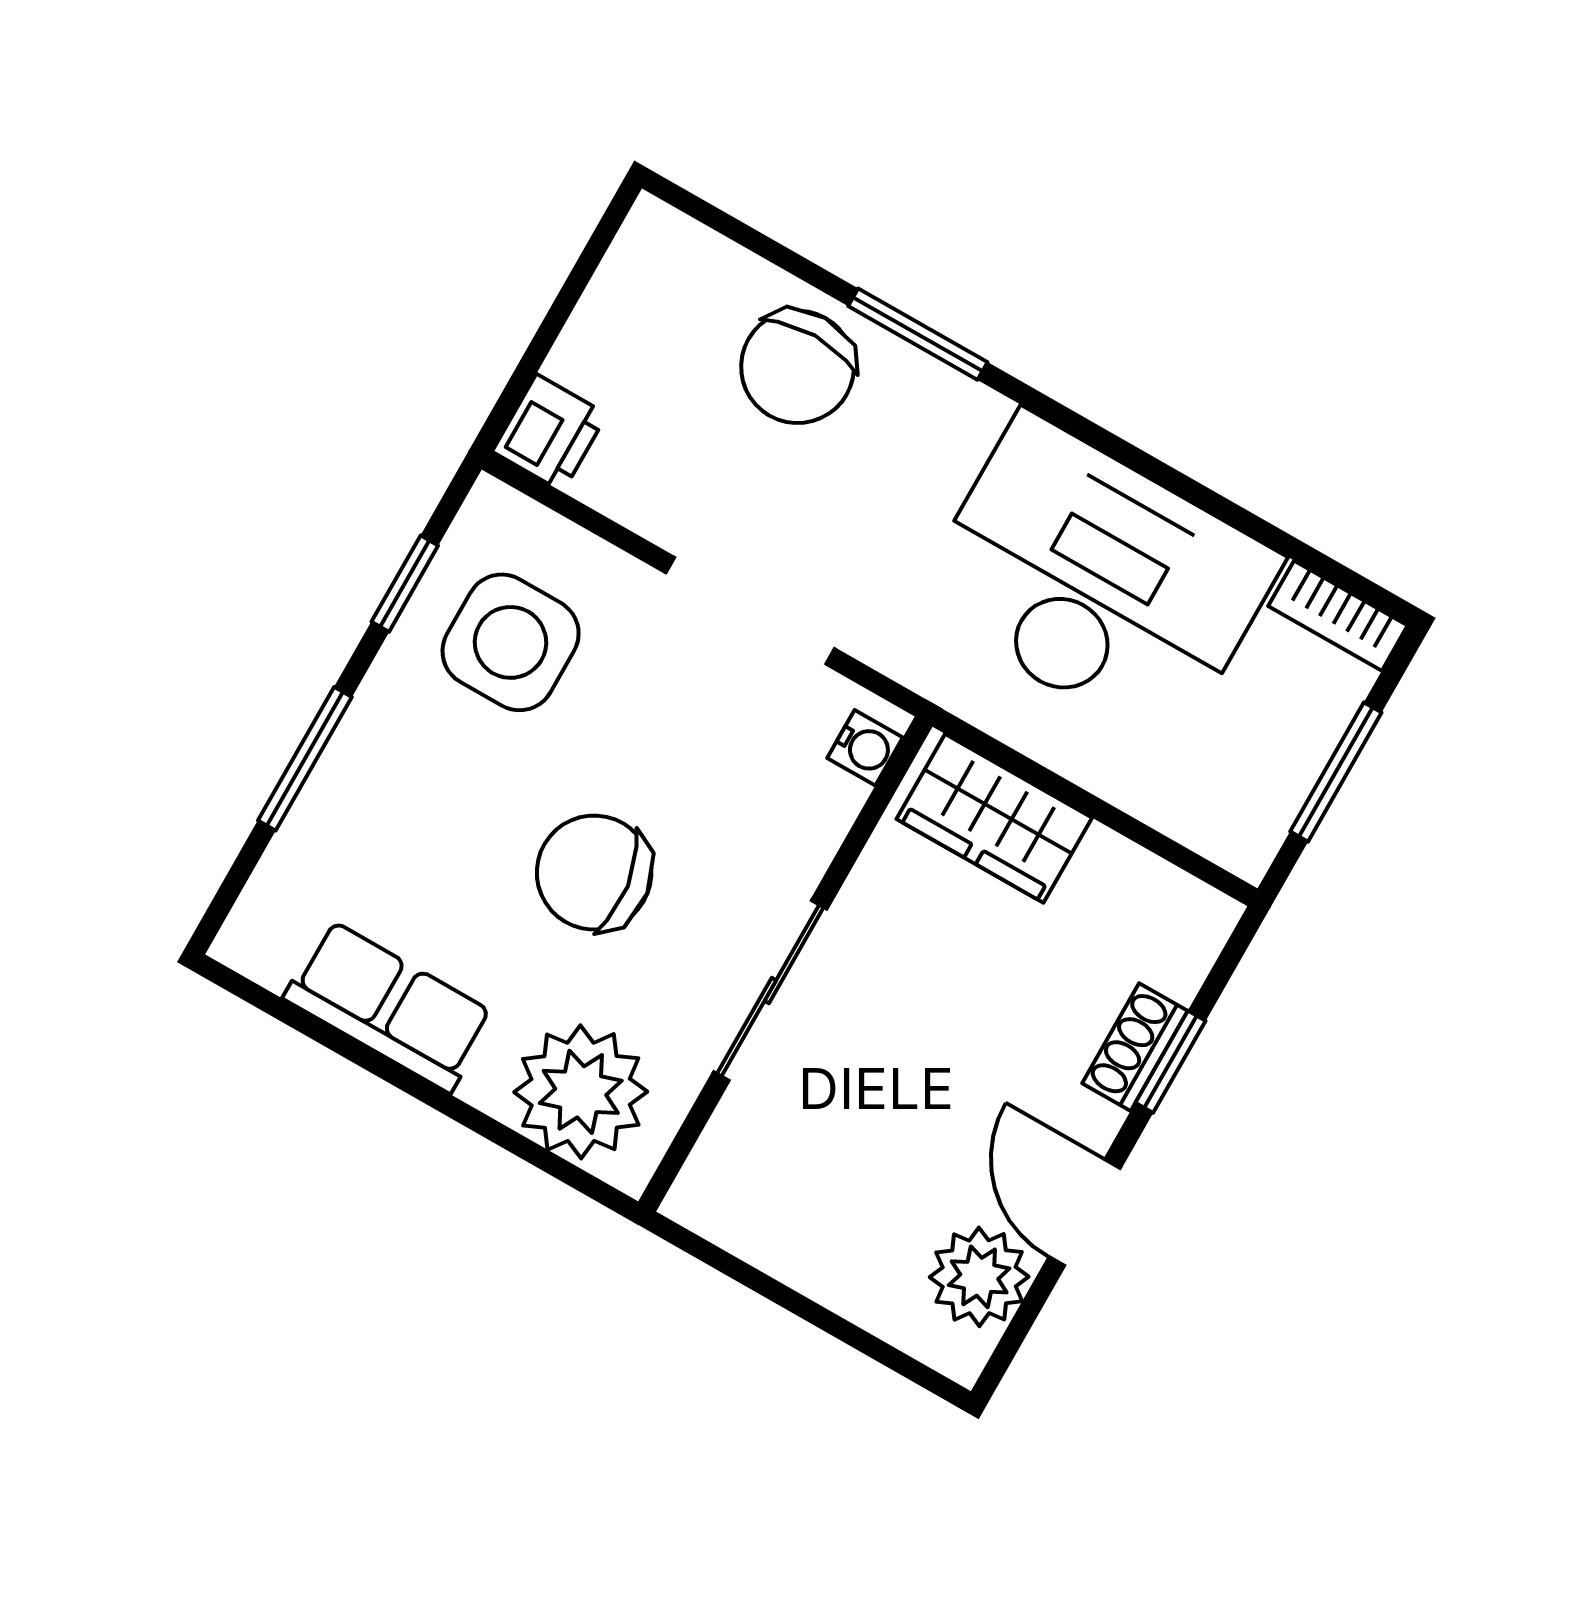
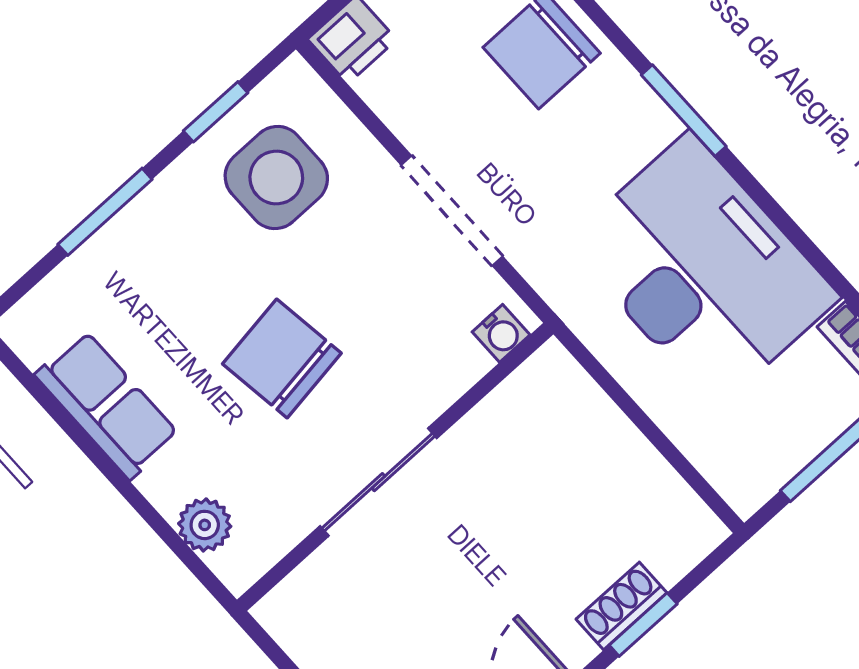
window: (918, 334) -> (684, 111), moved
wardrobe: (994, 818) -> (575, 413), removed
plant: (581, 1092) -> (205, 525), width x0.53, depth x0.53

